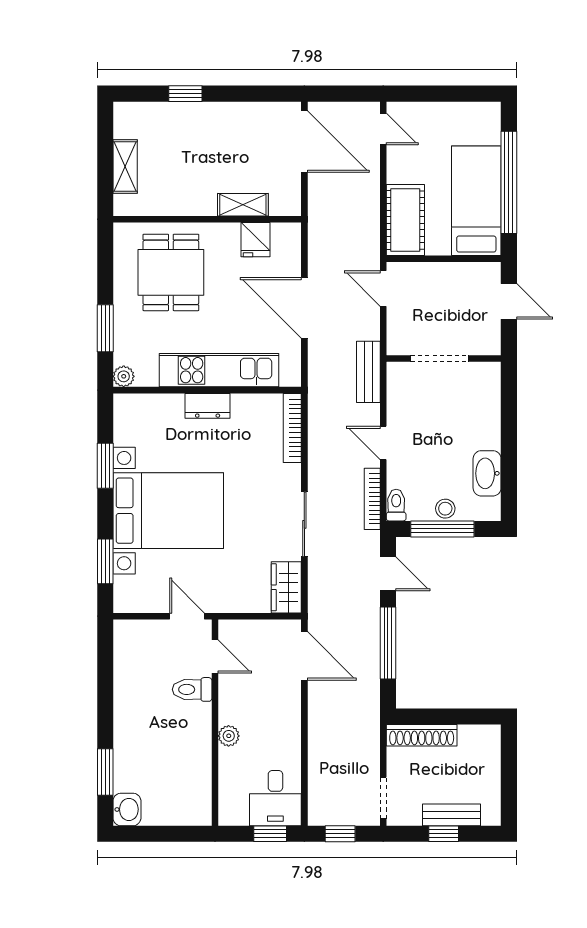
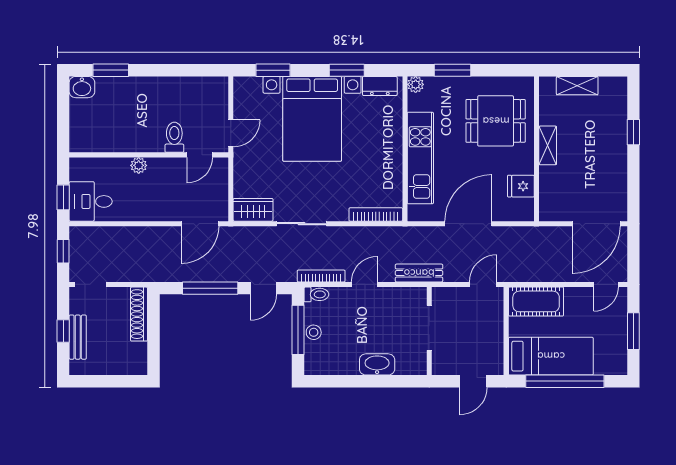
window: (444, 94) -> (633, 331), added
shelving: (243, 205) -> (548, 145), moved
dresser: (208, 406) -> (380, 86), moved, turned -90
washbasin: (487, 473) -> (377, 364), moved

